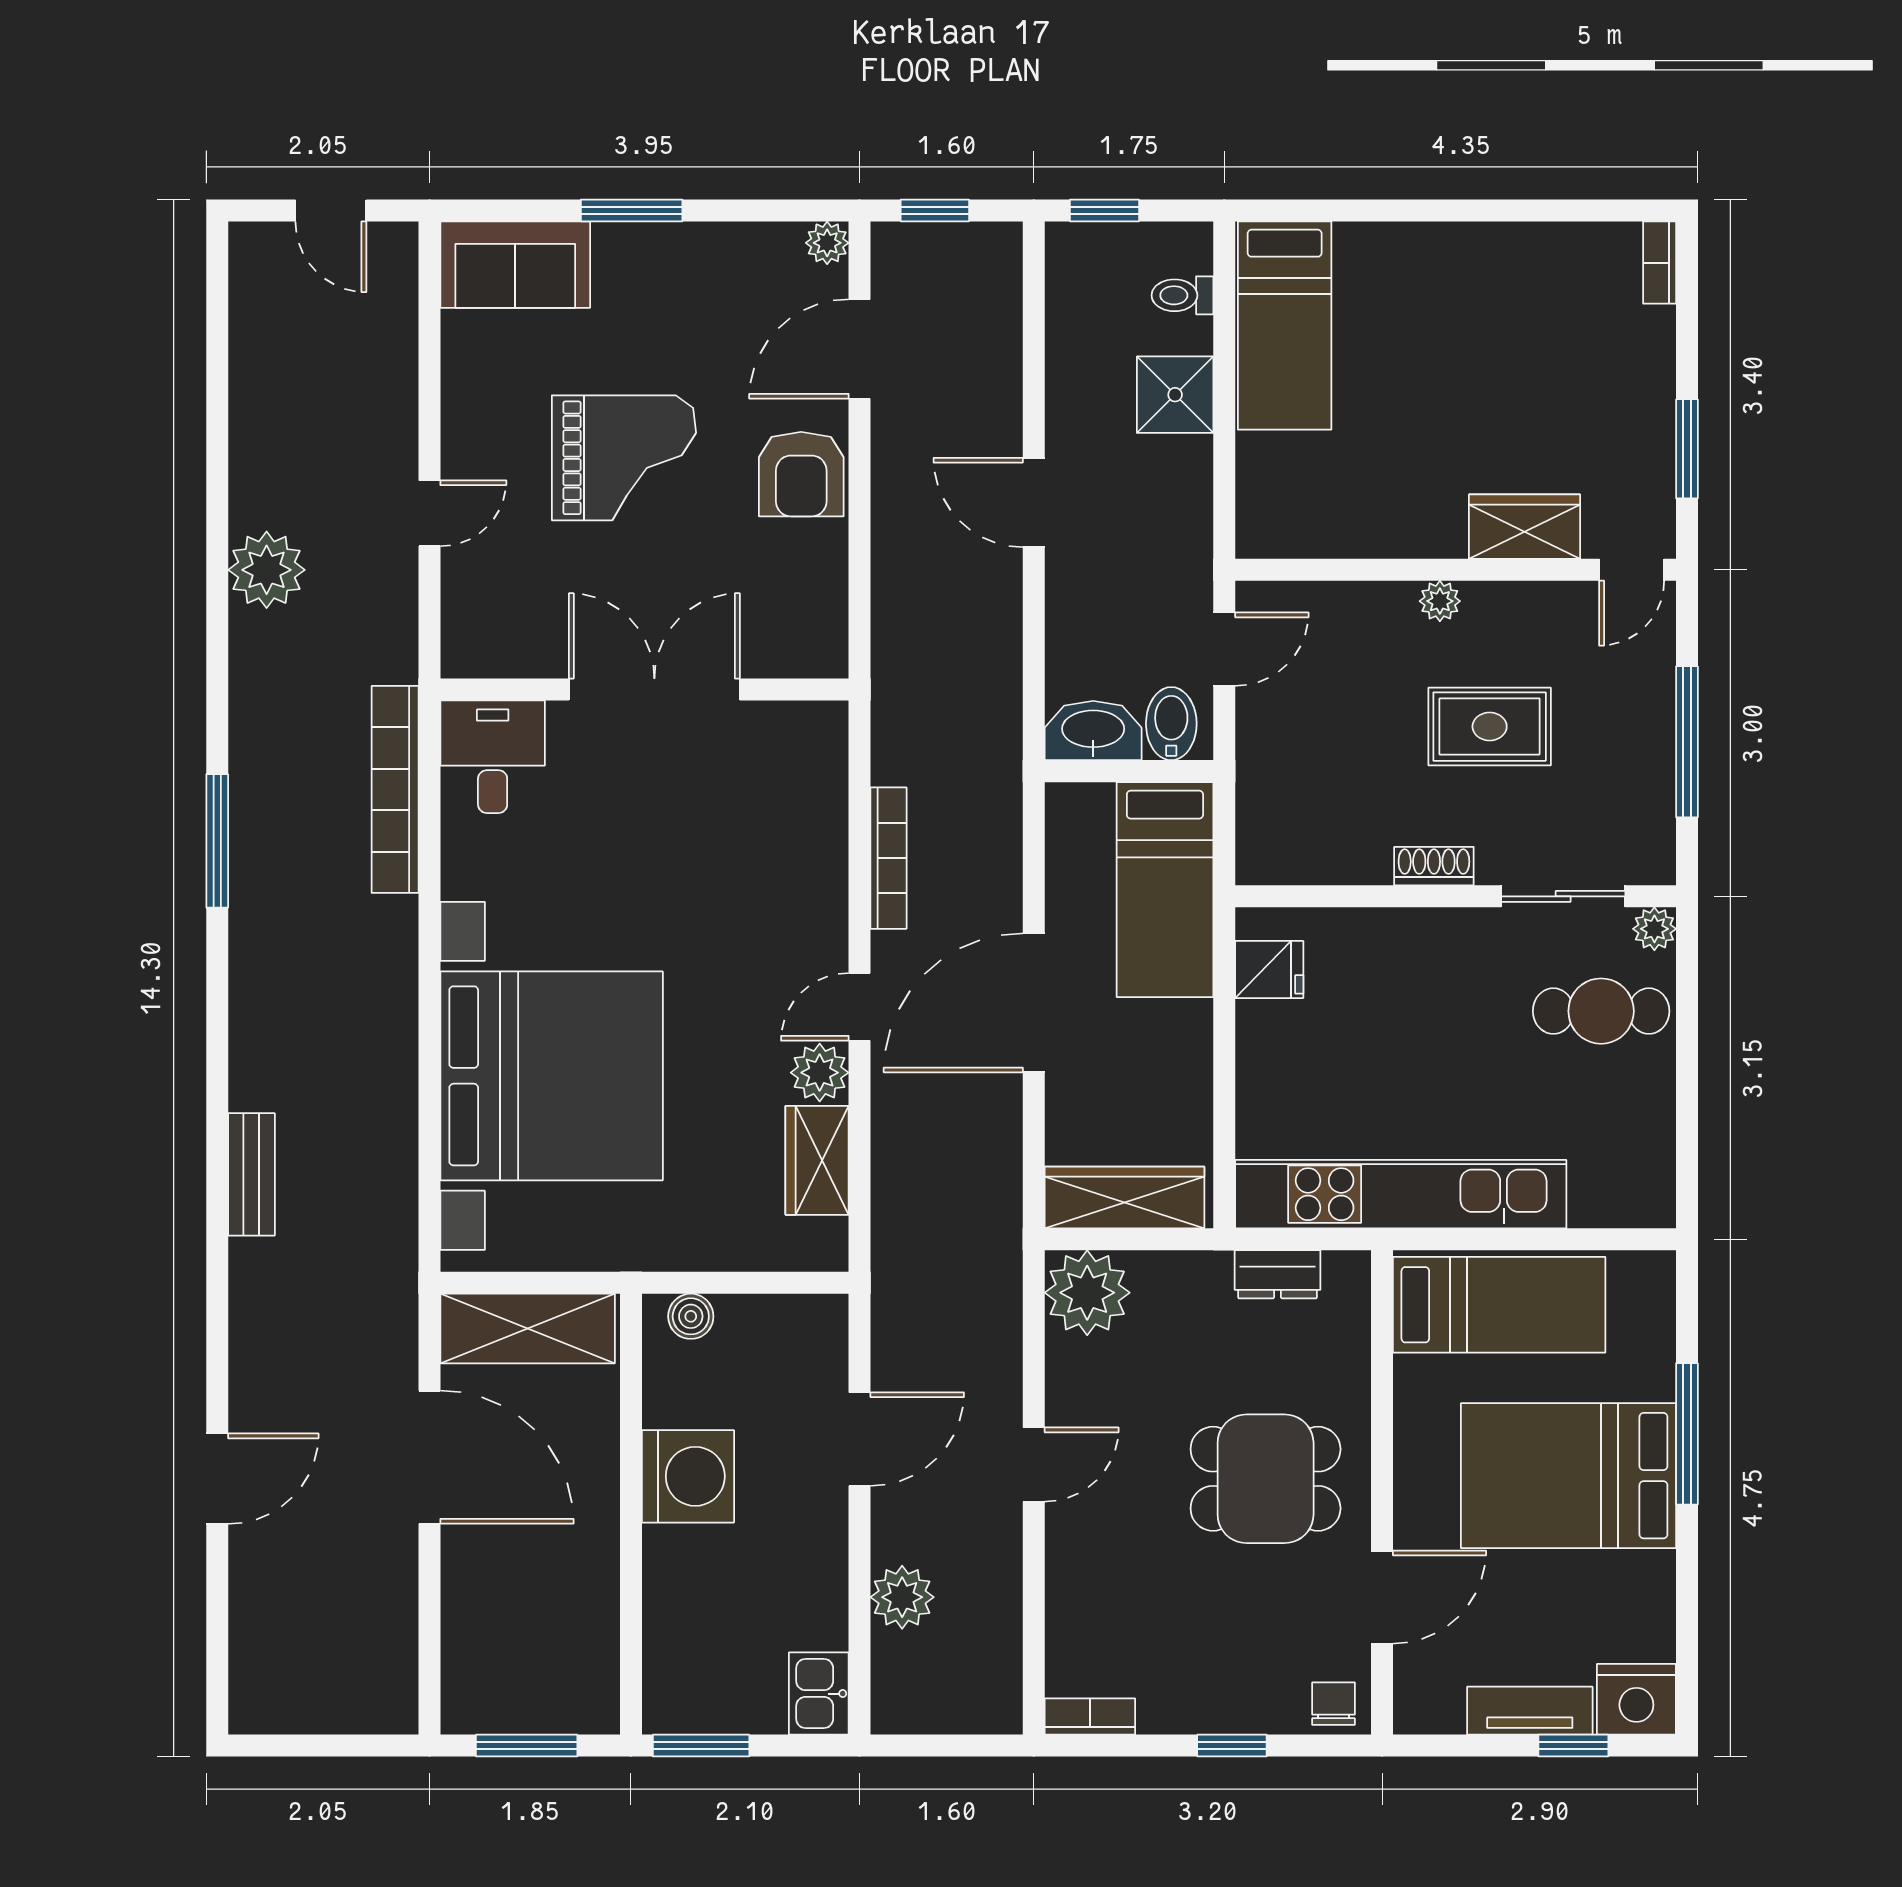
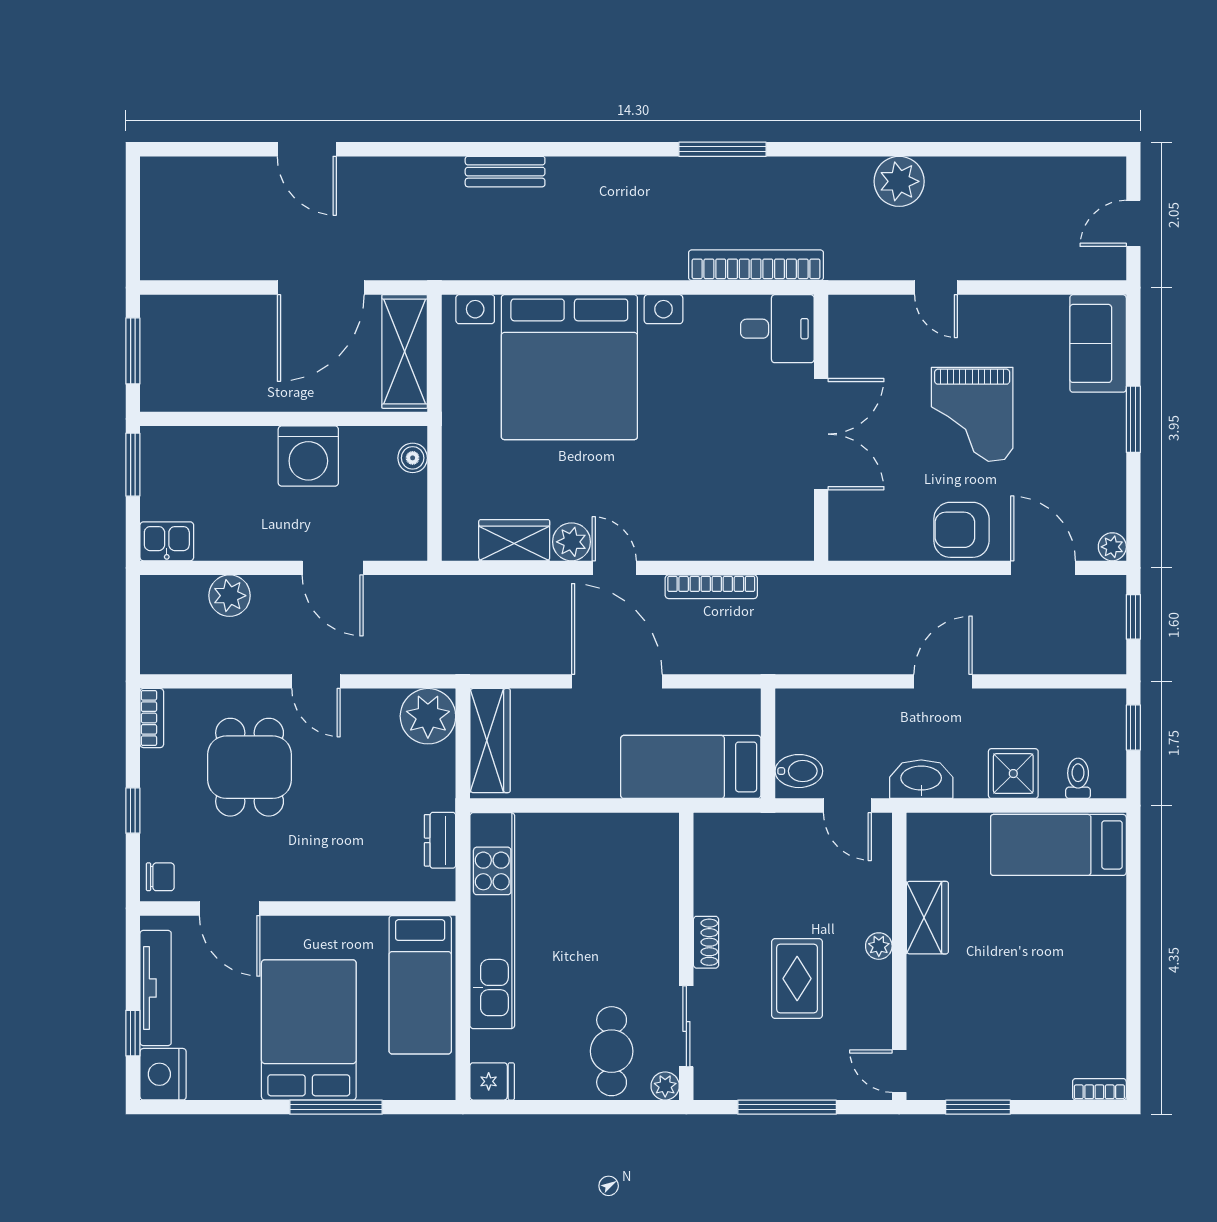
wardrobe: (1525, 527) -> (927, 918), moved
washbasin: (1093, 731) -> (921, 779), moved, turned -90
fridge: (1269, 969) -> (492, 1081), moved, turned -90
dining table: (1266, 1479) -> (250, 767), moved
tv unit: (1530, 1711) -> (156, 988), width x1.41

